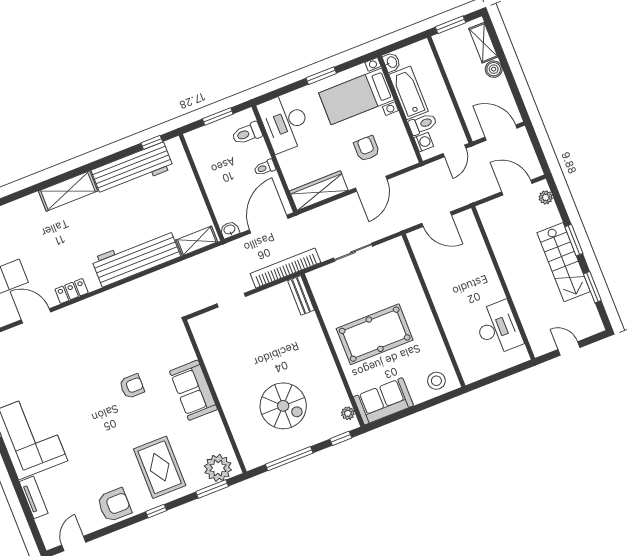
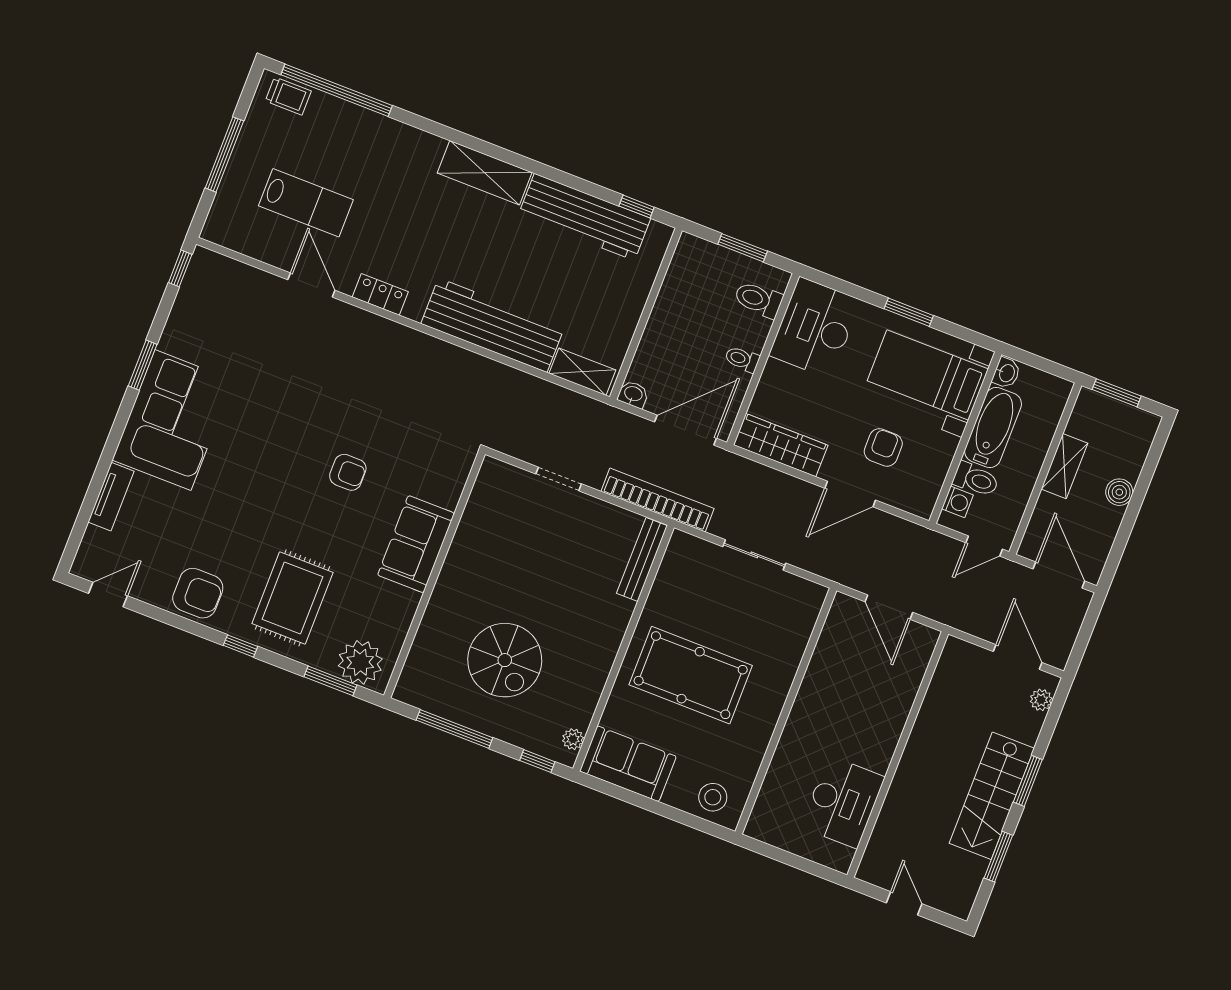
shelving: (483, 43) -> (1064, 466), moved
bench: (301, 295) -> (642, 560), width x1.36

